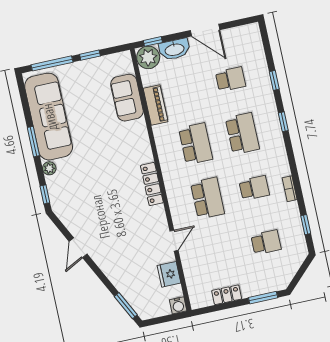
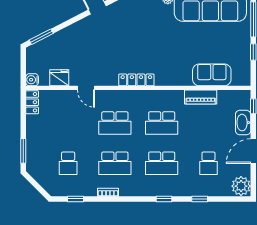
plant: (148, 57) -> (241, 186), moved
school desk: (254, 188) -> (115, 163), width x1.85
locker: (227, 295) -> (32, 102), moved

